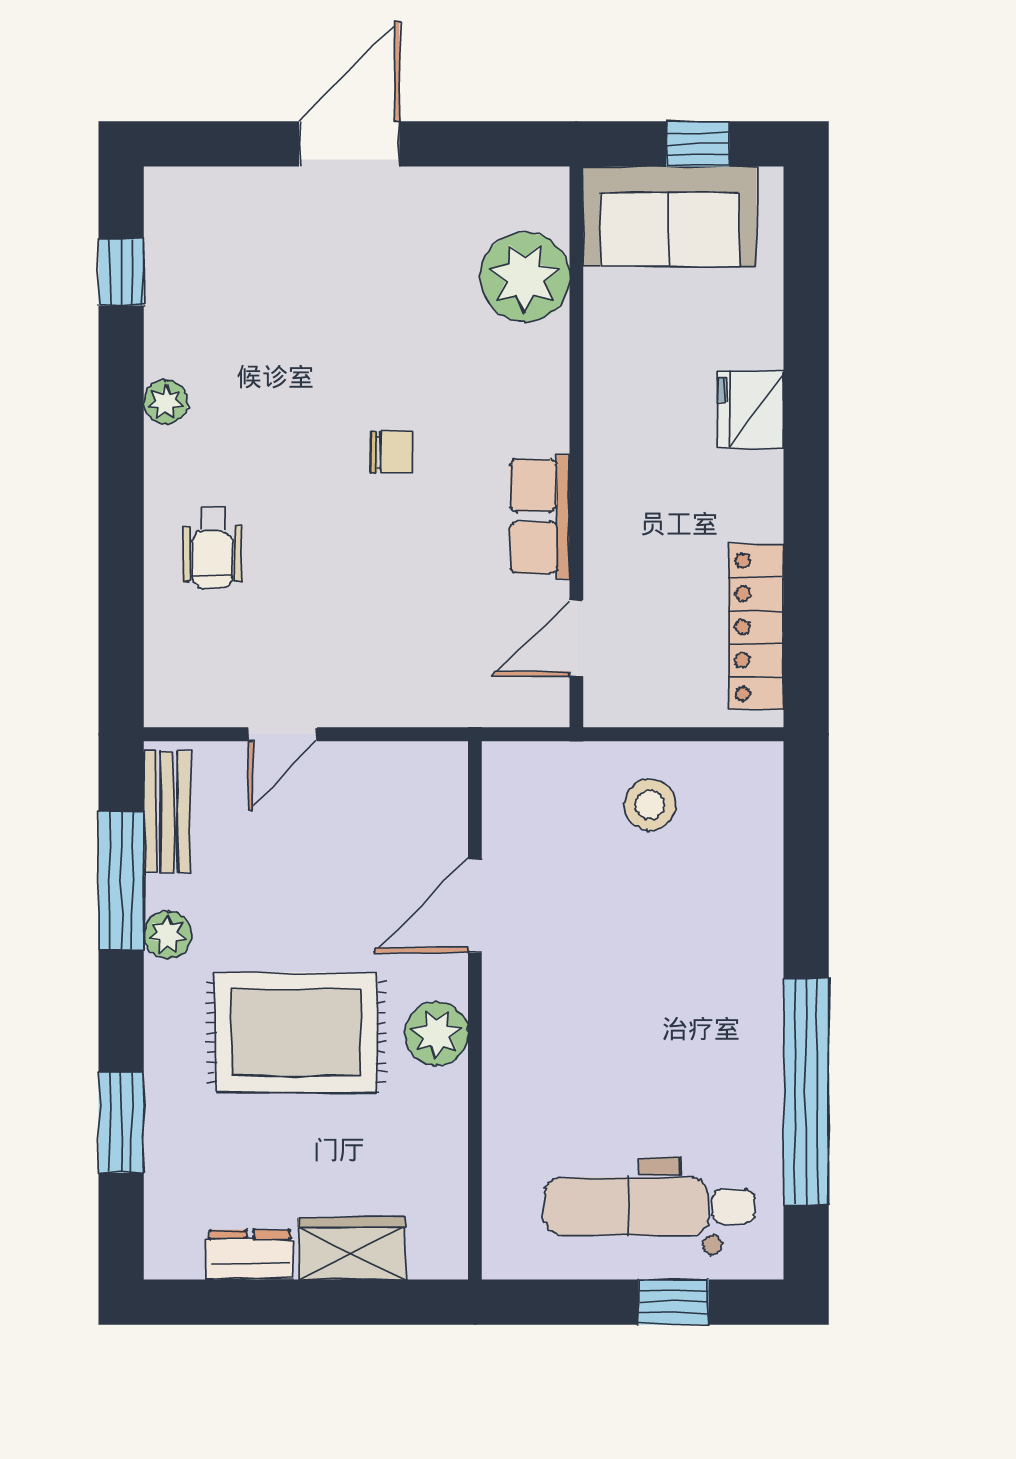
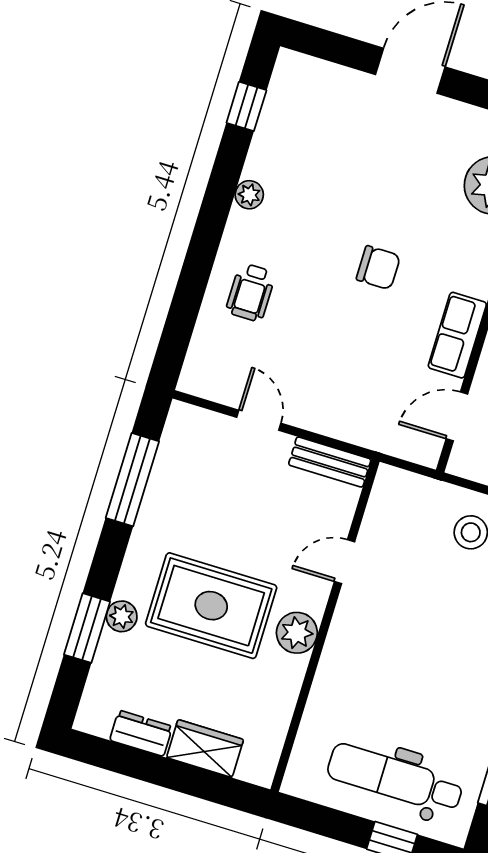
chair: (391, 452) -> (378, 268), width x1.37, depth x1.37
door: (283, 734) -> (259, 420), swing flipped
bench: (167, 812) -> (330, 462), moved, turned 90
door: (475, 906) -> (344, 562), width x0.73
plant: (168, 935) -> (122, 616), moved

